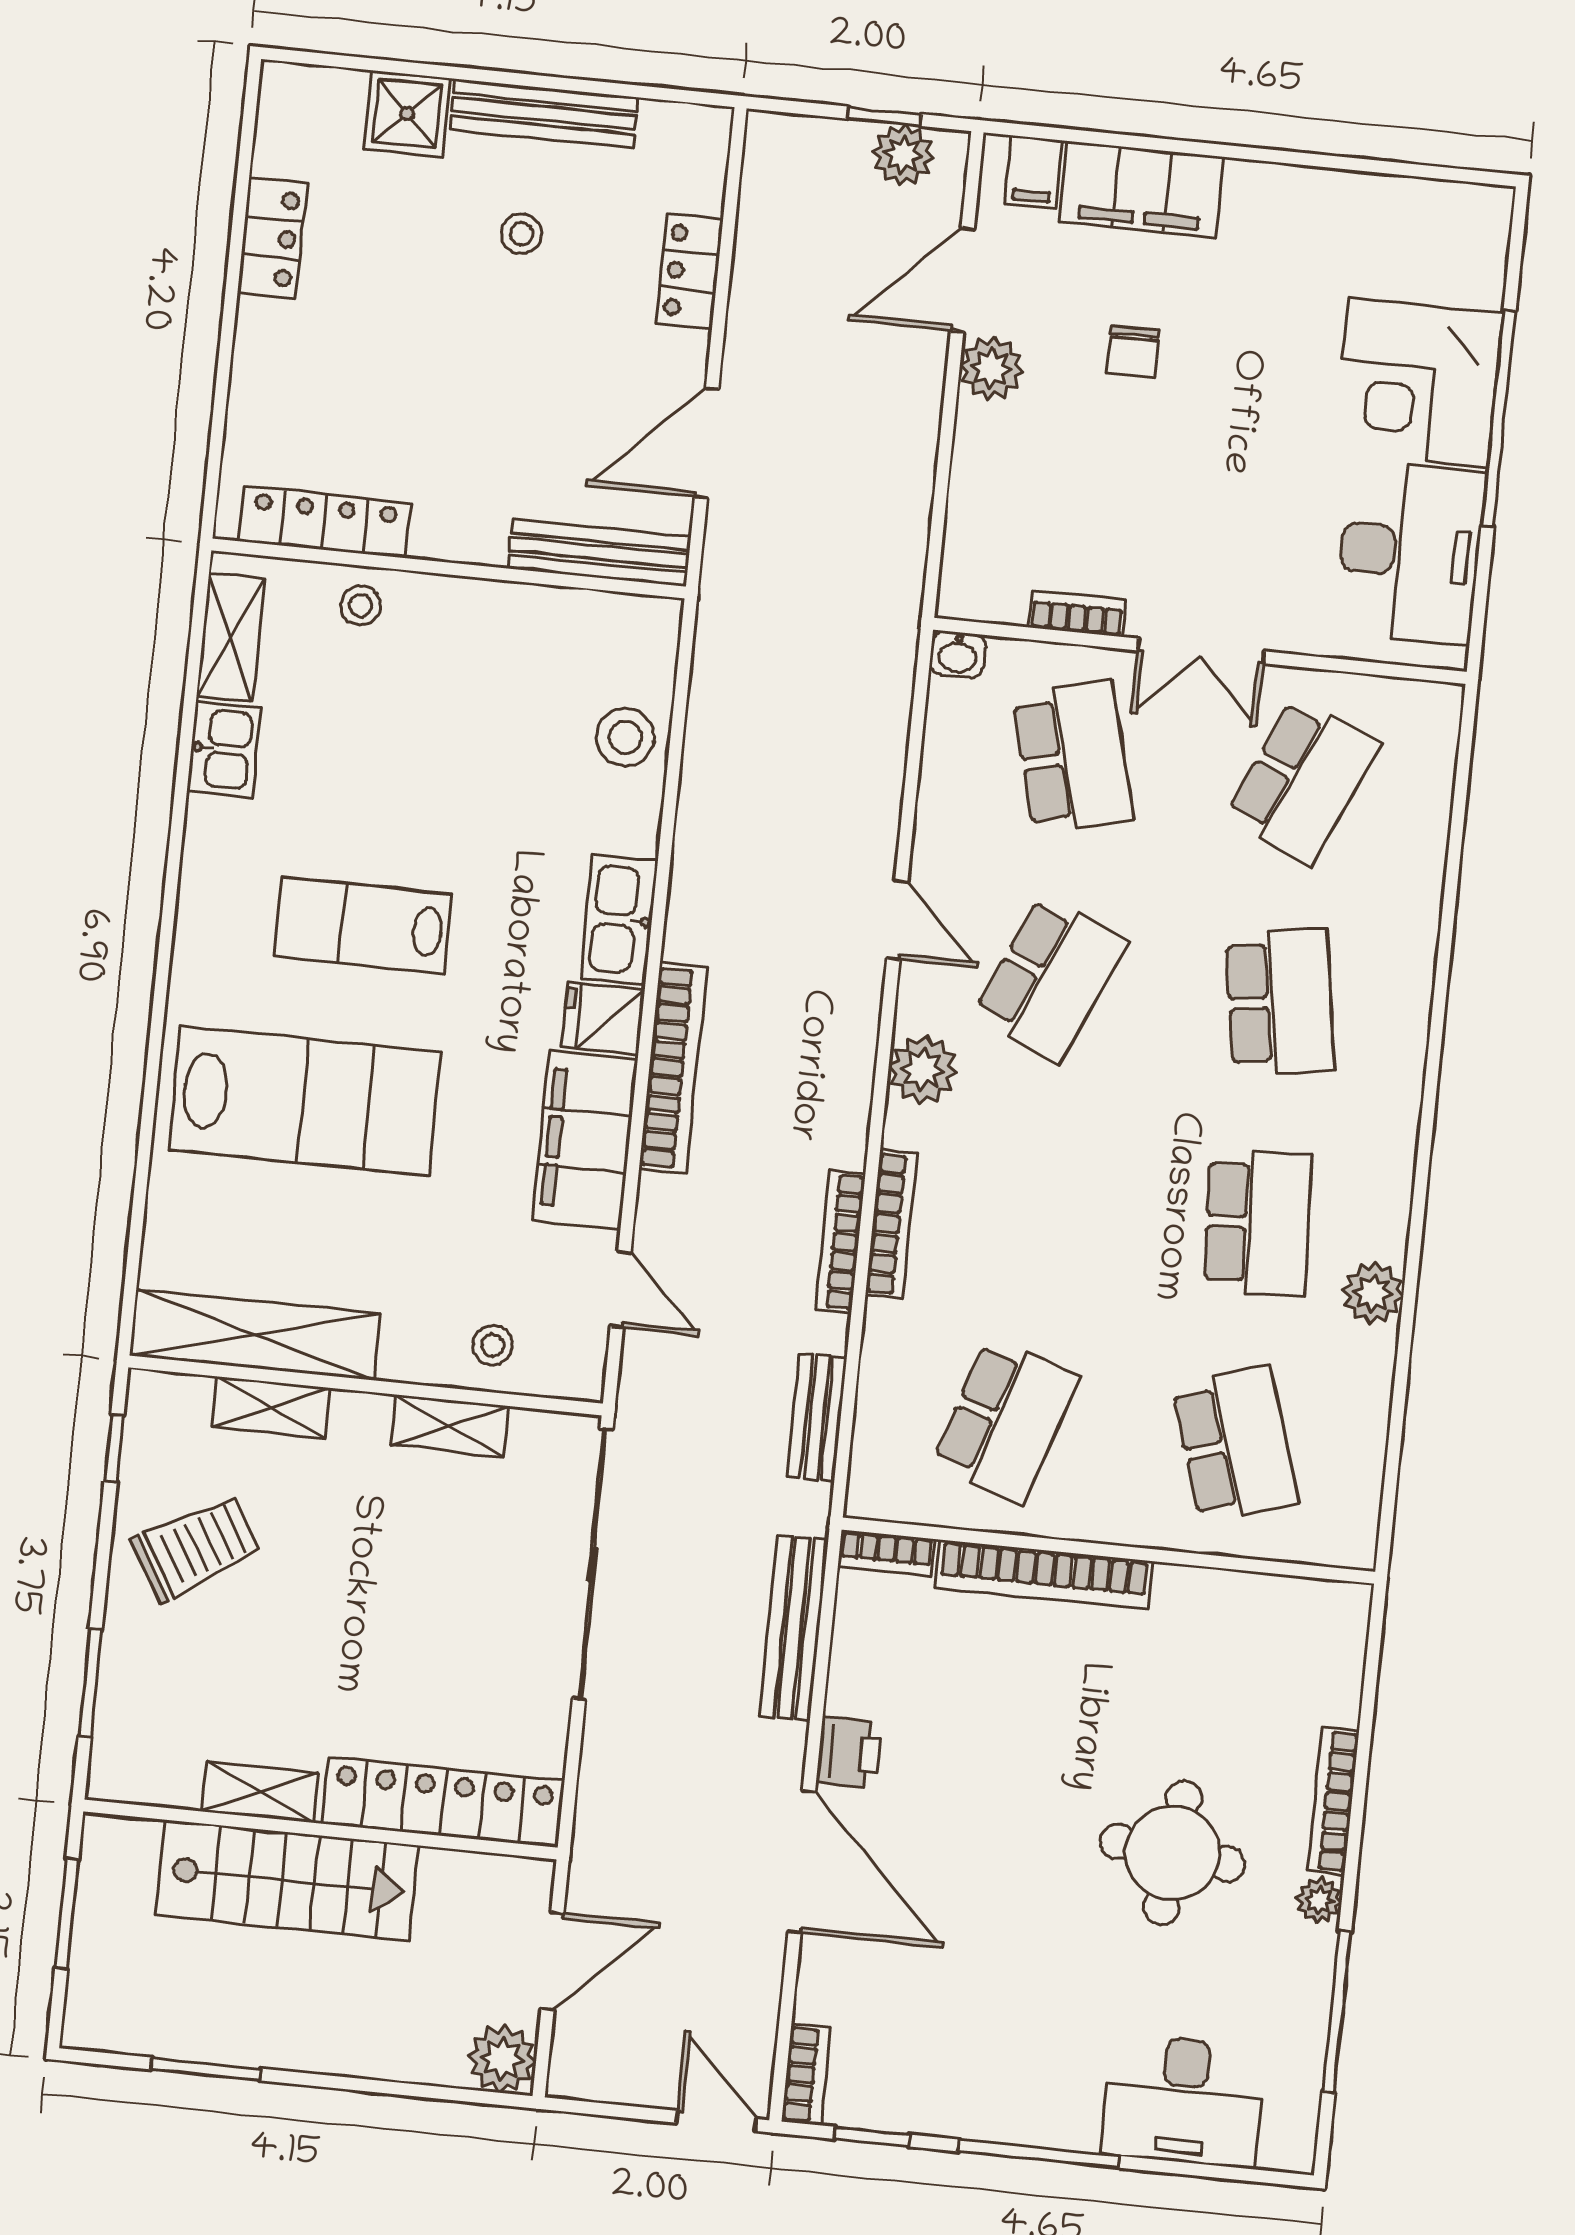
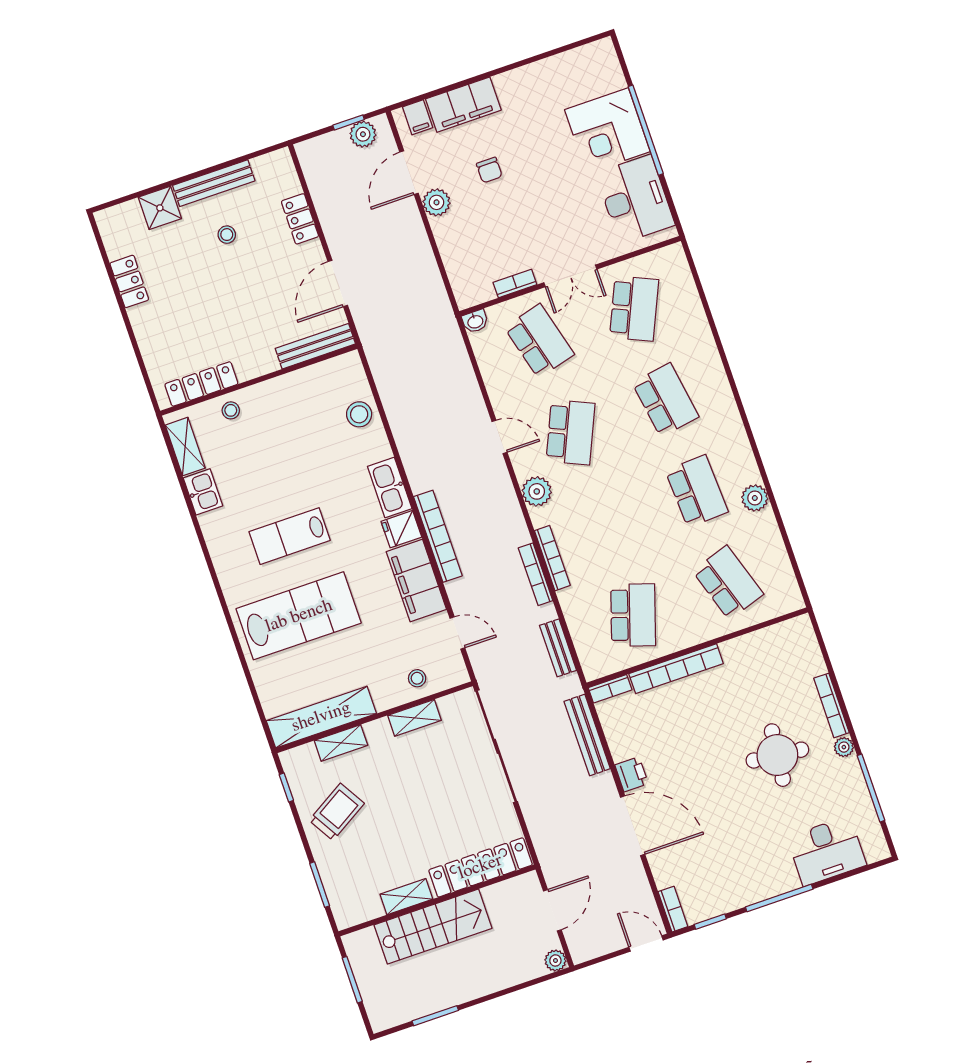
plant: (502, 2059) -> (555, 960), width x0.73, depth x0.73

